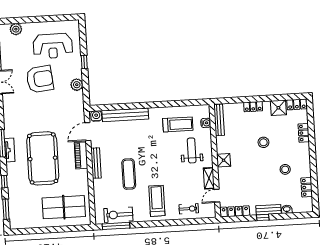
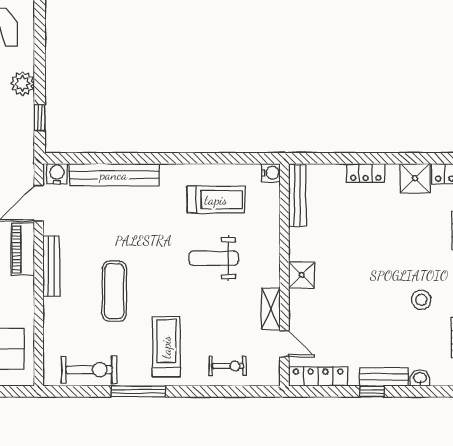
window: (84, 62) -> (40, 118), moved
plant: (77, 85) -> (22, 83), moved
water cooler: (206, 123) -> (271, 173), moved
stool: (263, 142) -> (382, 244), removed
weight bench: (192, 150) -> (214, 258), moved, turned -90
door: (217, 196) -> (284, 344), swing flipped
exercise bike: (118, 215) -> (89, 370), turned 180
window: (116, 226) -> (138, 391), moved

